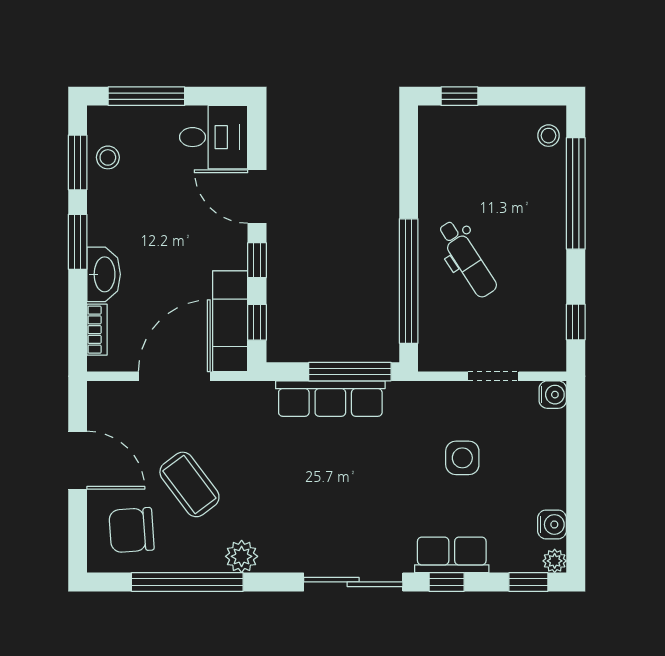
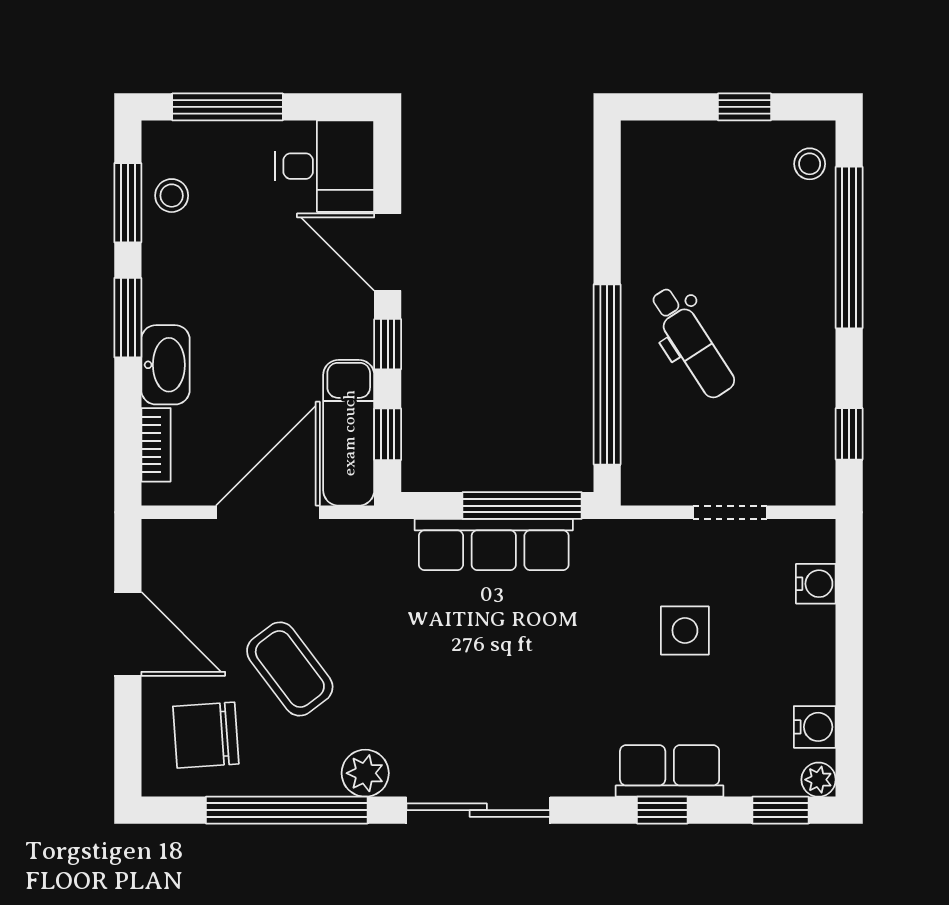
window: (459, 96) -> (744, 107), moved
water cooler: (553, 395) -> (816, 584), moved
sliding door: (353, 582) -> (478, 810), moved

